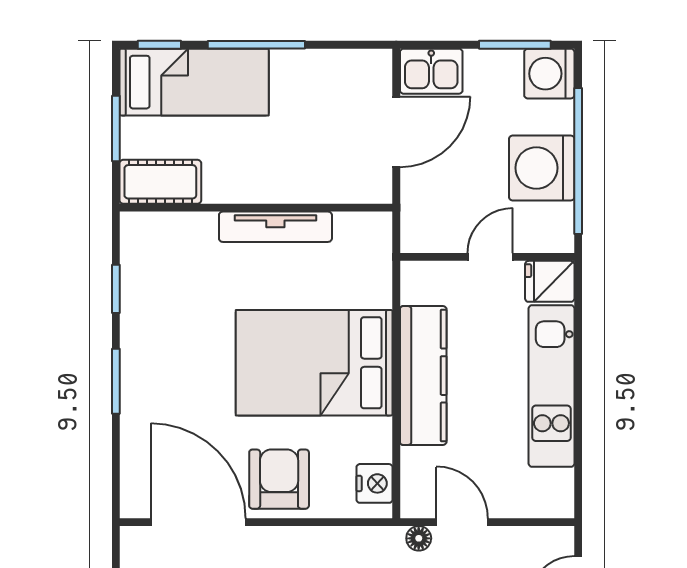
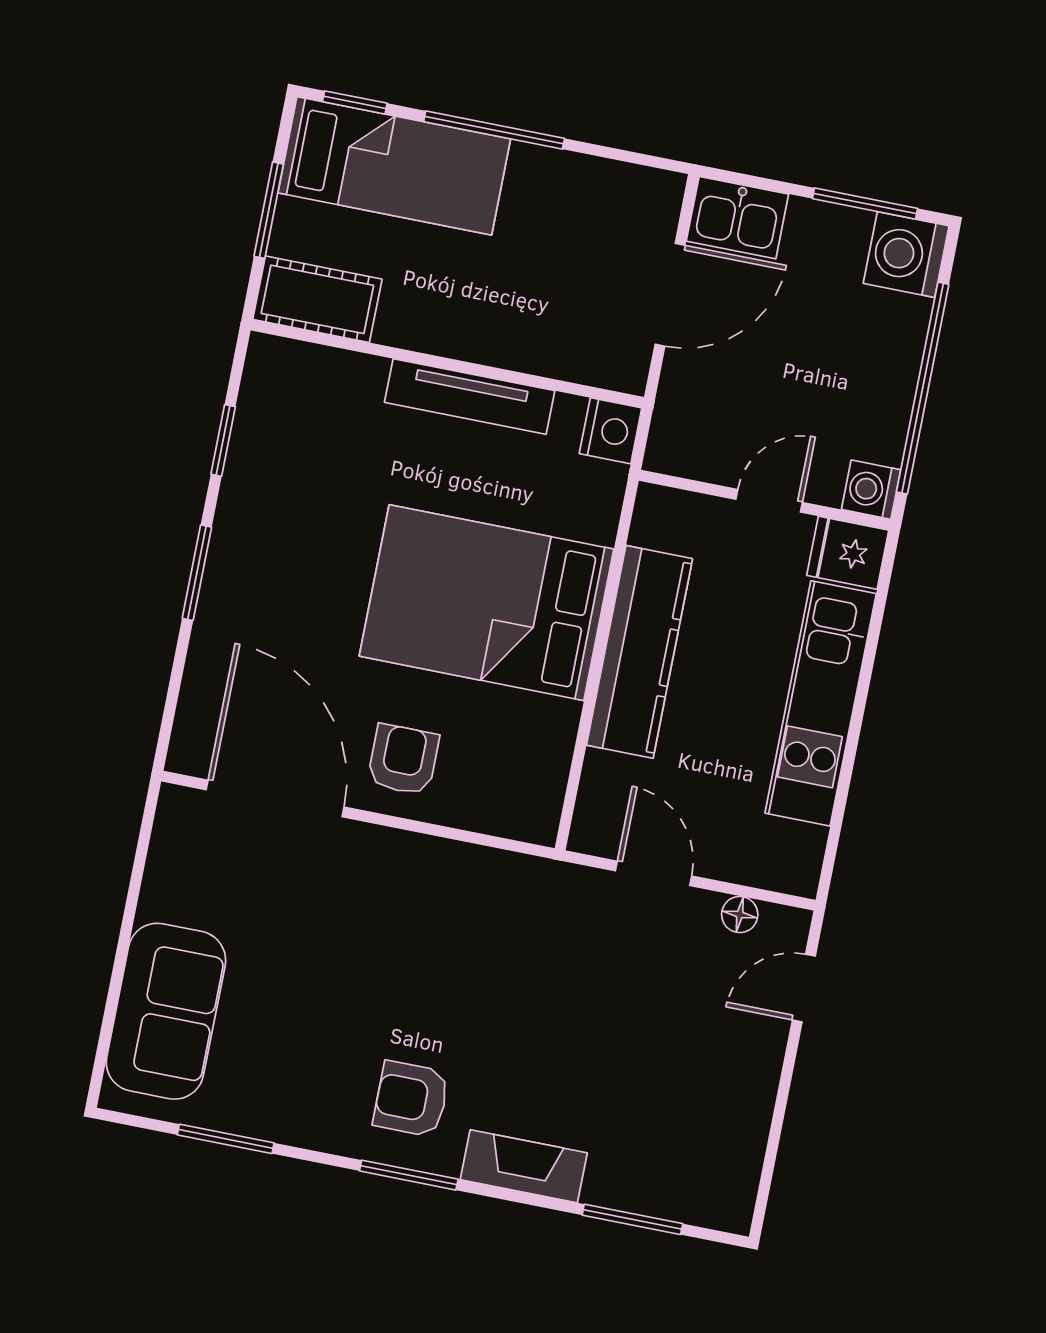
washing machine: (542, 168) -> (871, 490), moved, width x0.53, depth x0.53
armchair: (279, 479) -> (403, 760), width x0.72, depth x0.72
nightstand: (374, 483) -> (611, 431), moved
floor lamp: (419, 538) -> (740, 915), moved

